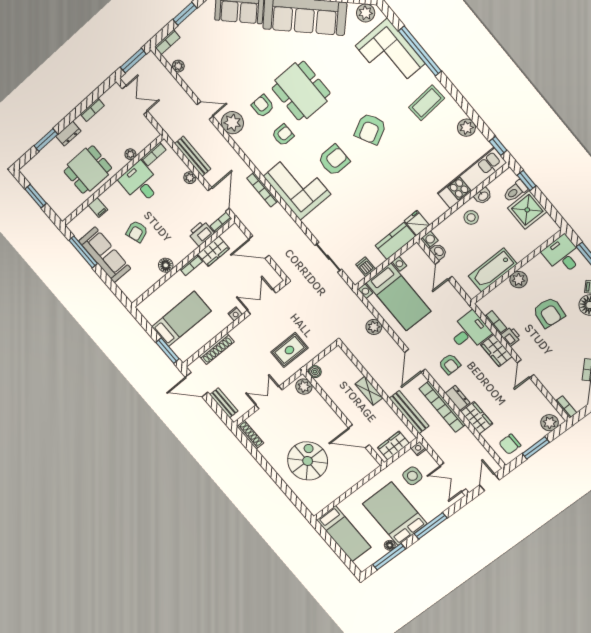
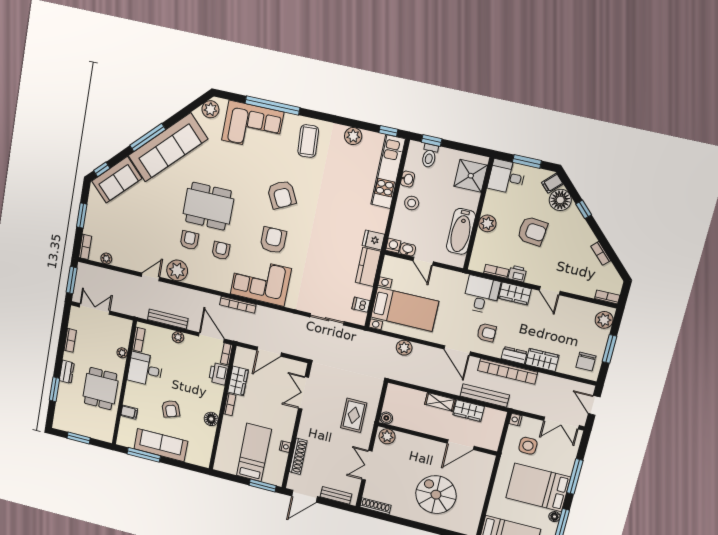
armchair: (263, 106) -> (189, 240), turned 90
shower: (527, 210) -> (471, 176), moved
nightstand: (235, 314) -> (285, 447), moved
wardrobe: (393, 446) -> (469, 411), moved, turned -90

